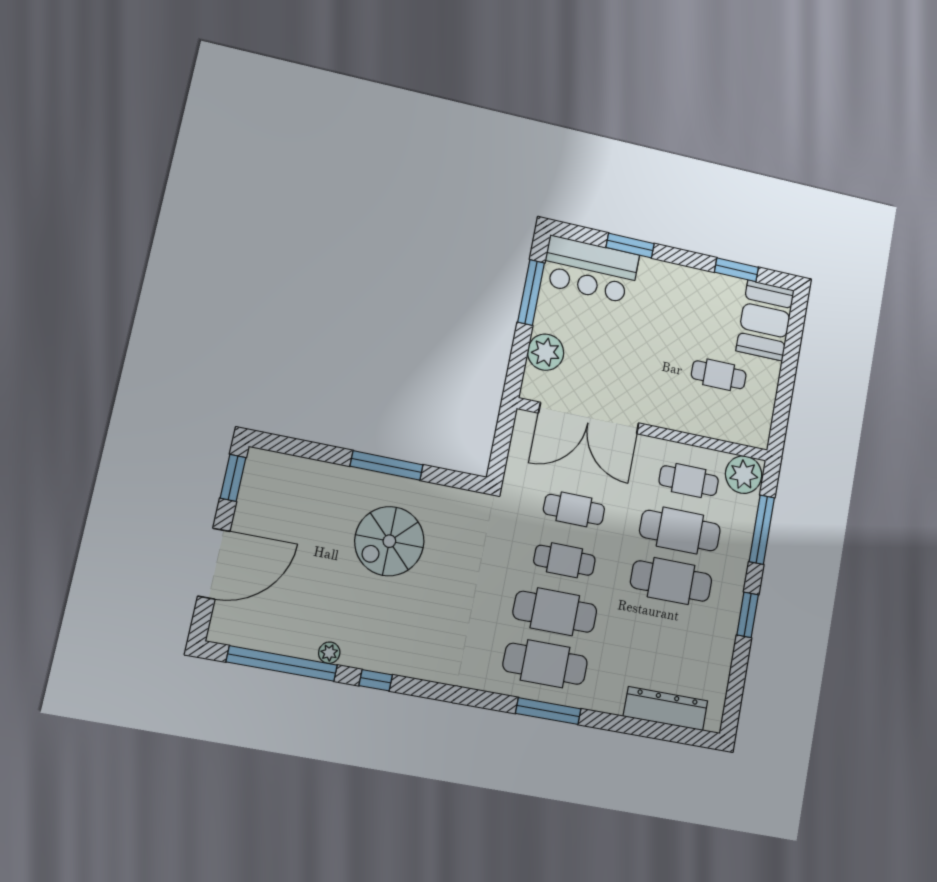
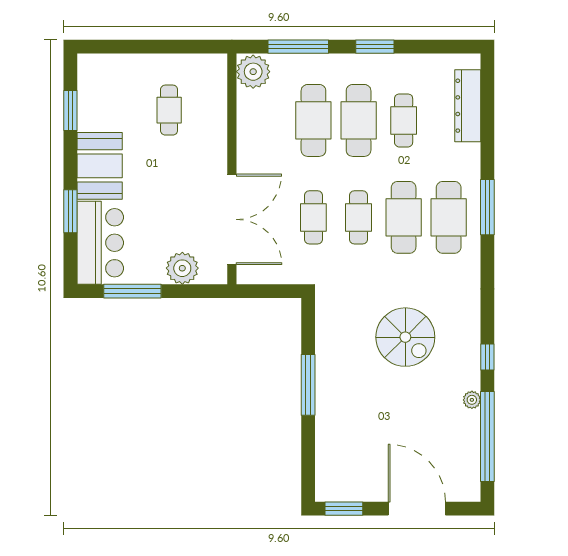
booth: (765, 320) -> (100, 166), moved, turned 90
cafe table: (689, 481) -> (404, 120), moved
spiral stairs: (389, 541) -> (405, 337), moved

